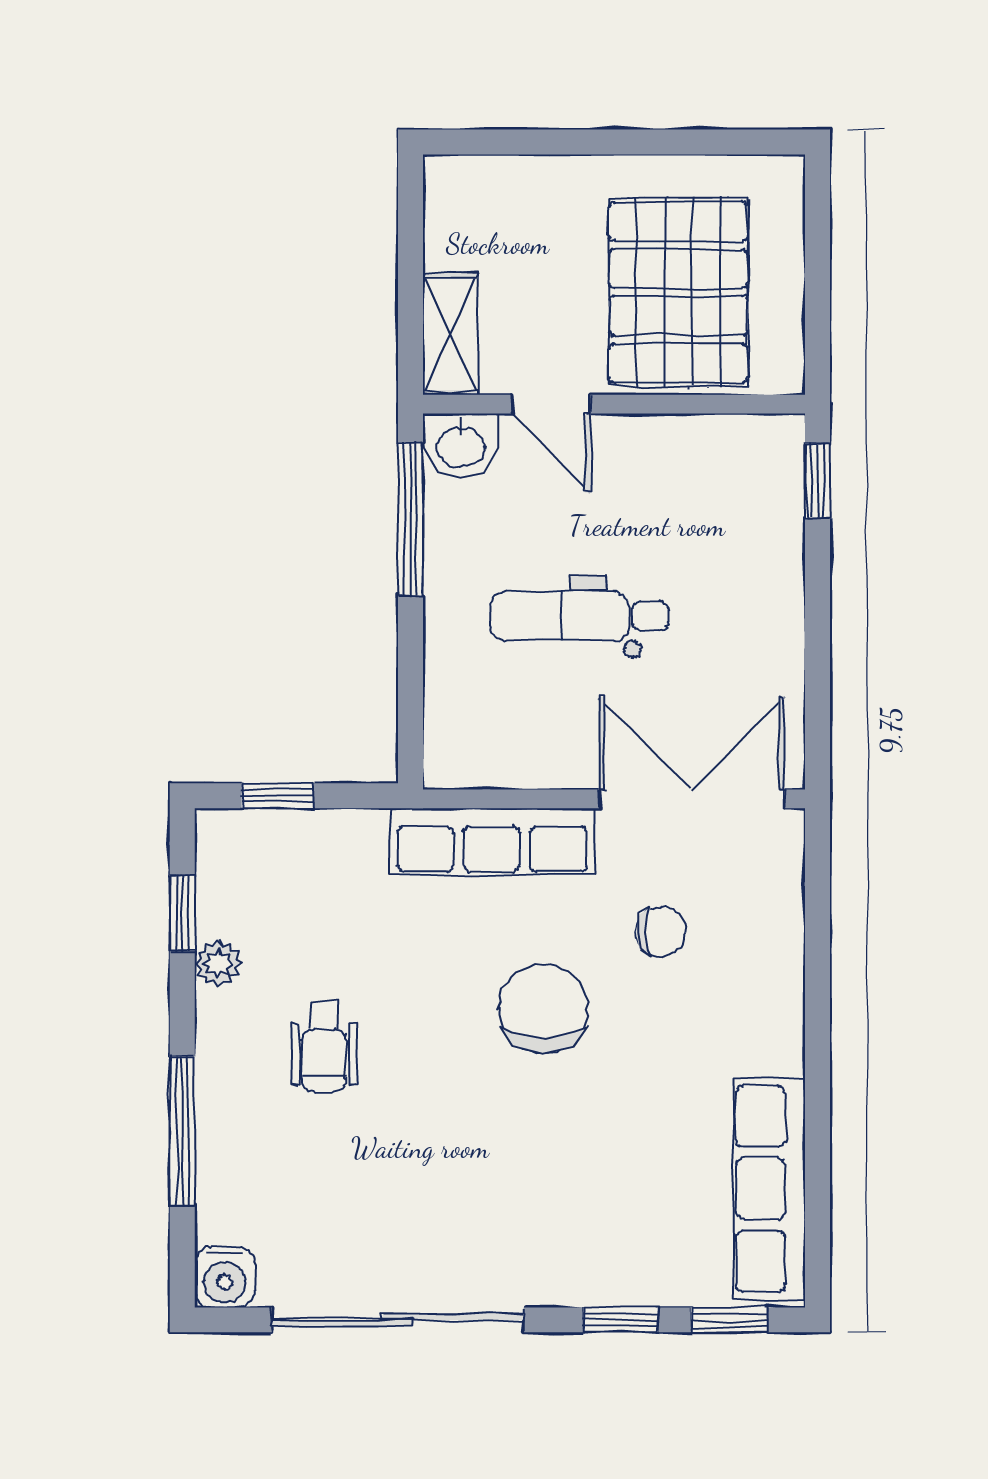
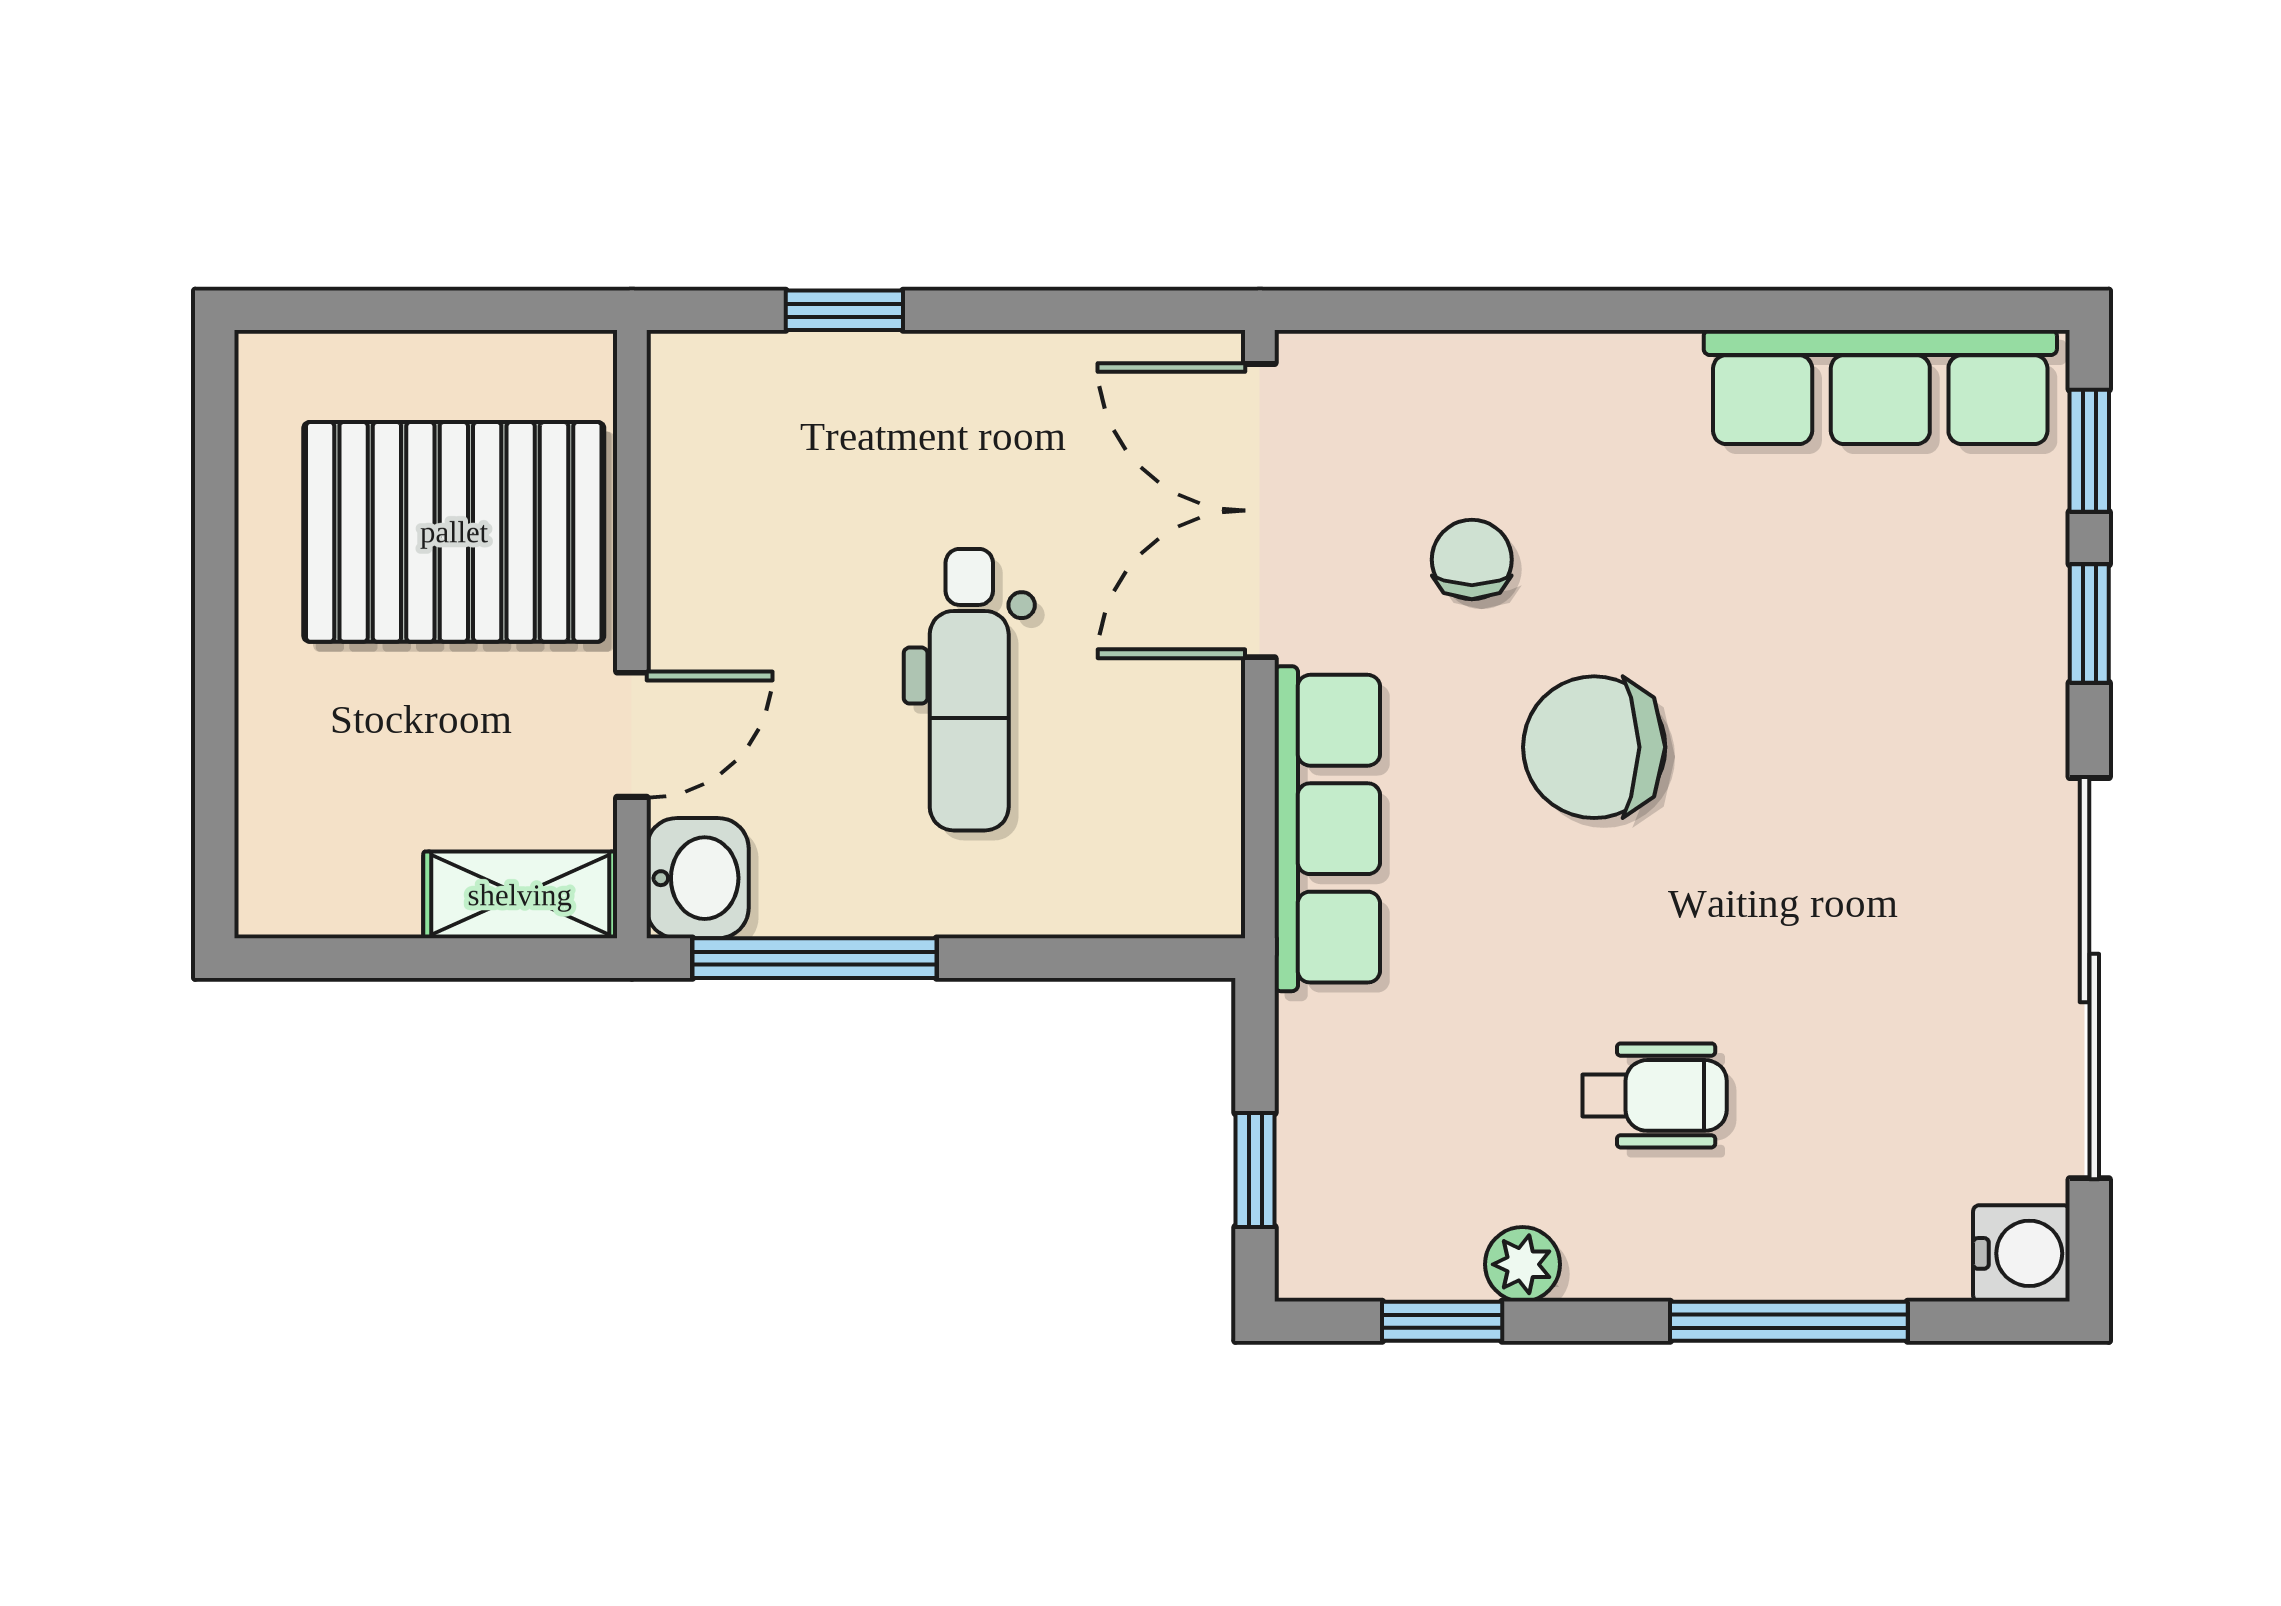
window: (817, 481) -> (844, 310), moved

